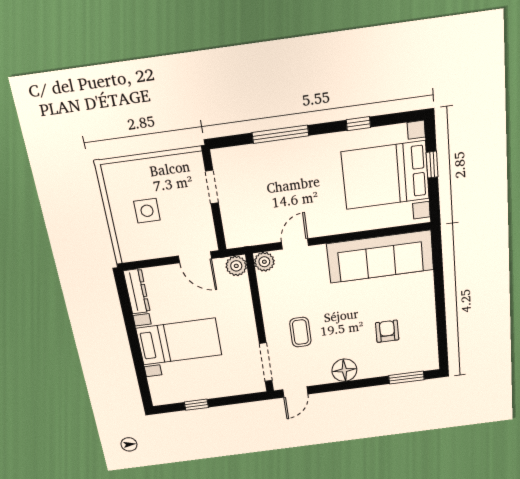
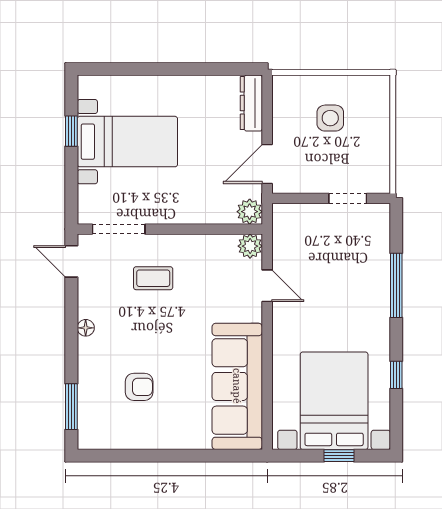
dresser: (137, 291) -> (251, 103), moved, turned 90
bed with nightstands: (179, 342) -> (127, 142), moved, turned -90
floor lamp: (344, 370) -> (86, 328), width x0.53, depth x0.53

